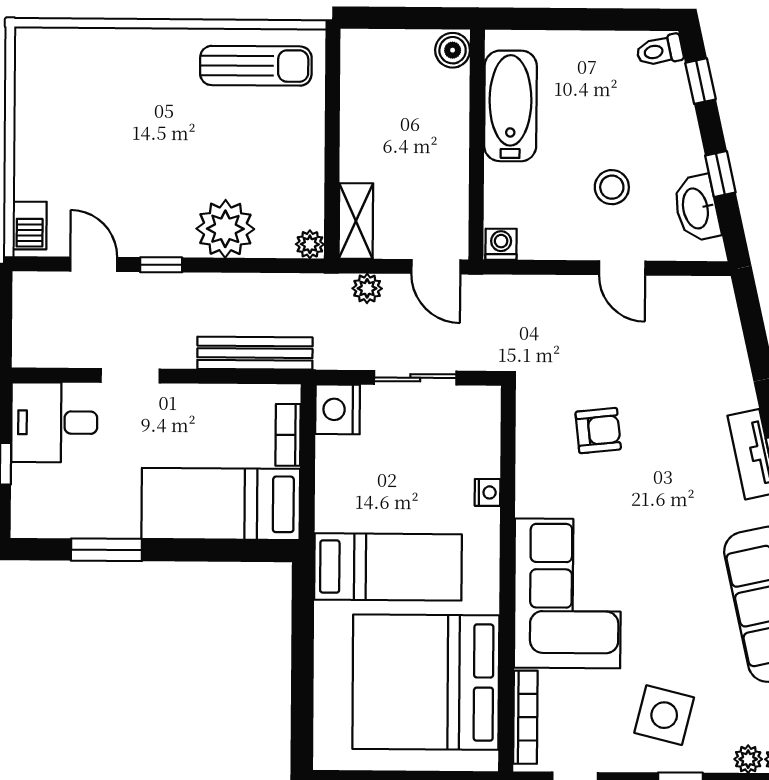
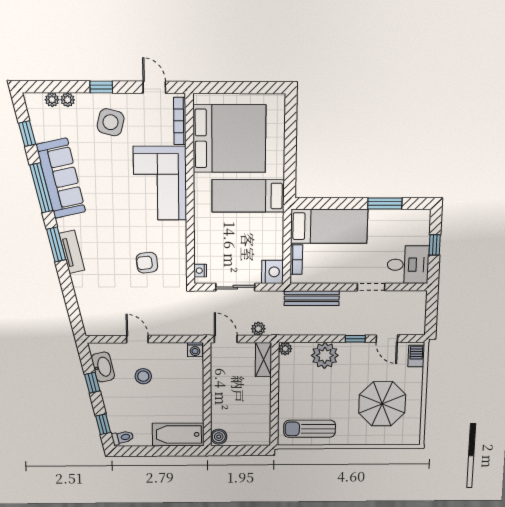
bathtub: (510, 106) -> (178, 434), moved, turned 90
parasol: (100, 120) -> (382, 404), added
nightstand: (488, 492) -> (200, 271), moved

